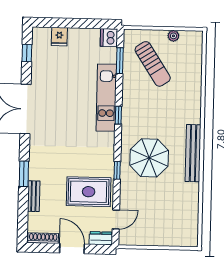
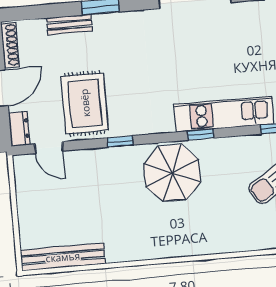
bench: (193, 153) -> (63, 257), moved
parasol: (149, 158) -> (172, 173), moved

